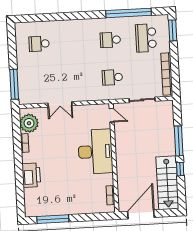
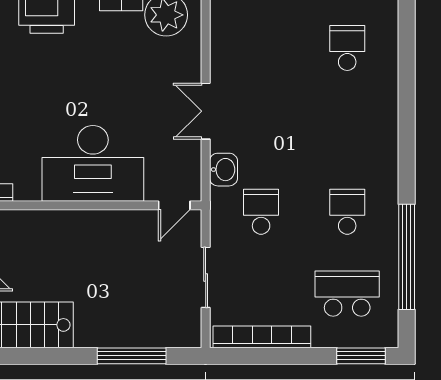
washbasin: (95, 95) -> (223, 170), added
double door: (60, 104) -> (206, 111), moved
window: (179, 141) -> (132, 356), moved
window: (180, 169) -> (42, 356), removed

